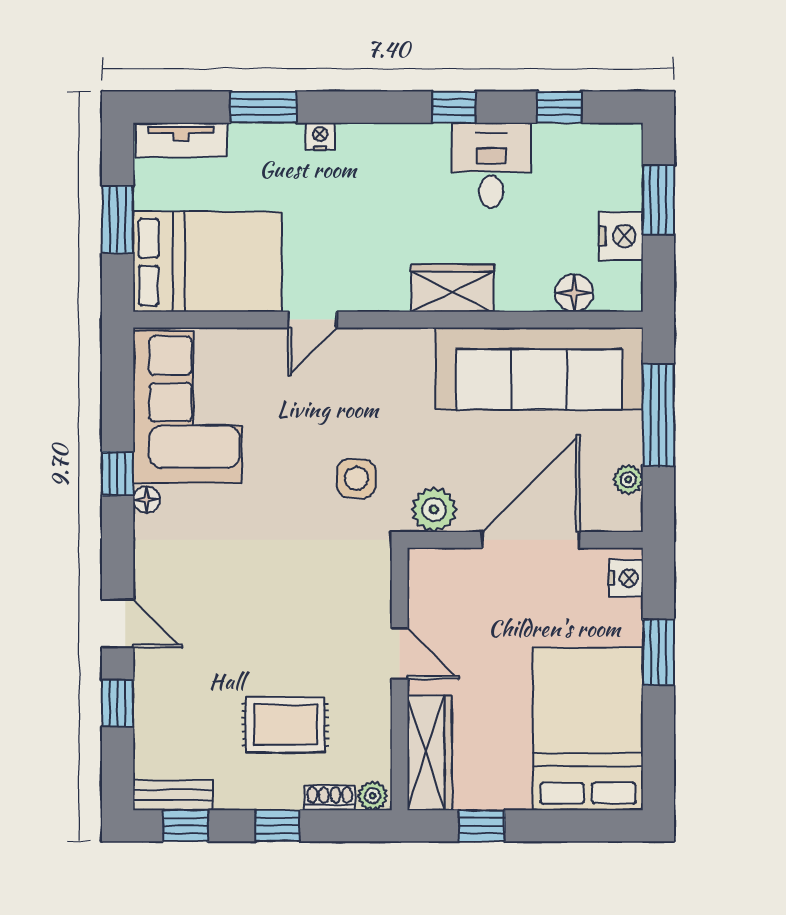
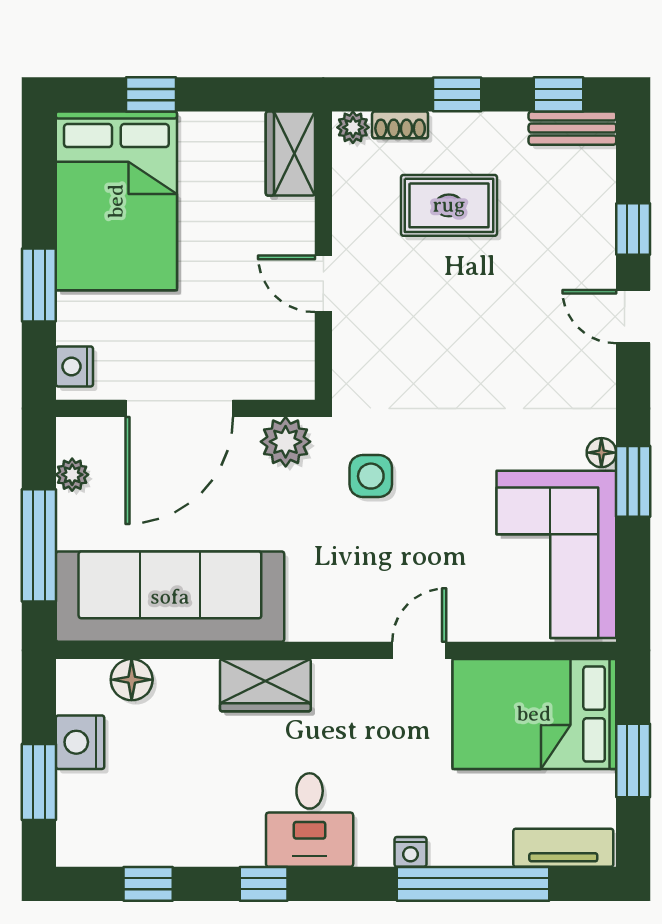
window: (263, 107) -> (473, 884), width x2.11
desk: (491, 165) -> (310, 820), moved
window: (118, 474) -> (633, 481), width x1.50
wardrobe: (430, 753) -> (290, 154), width x0.67
window: (482, 826) -> (151, 94), moved

